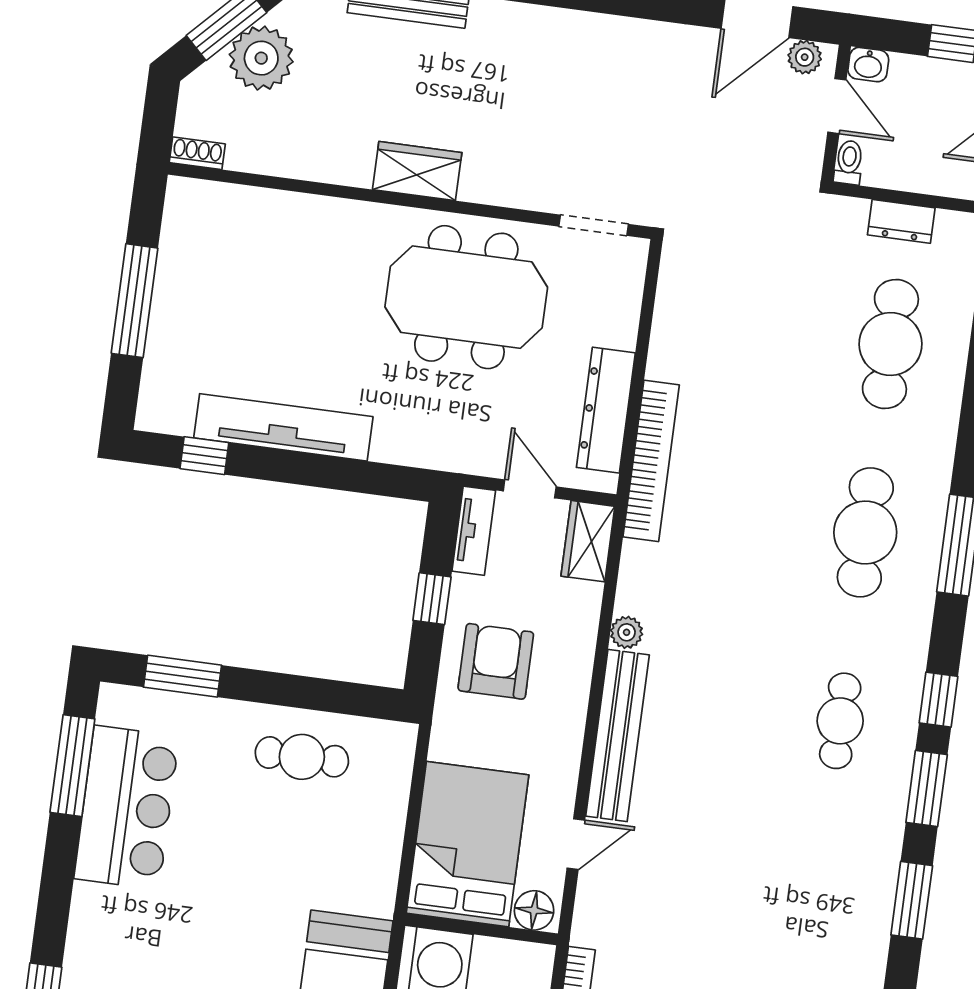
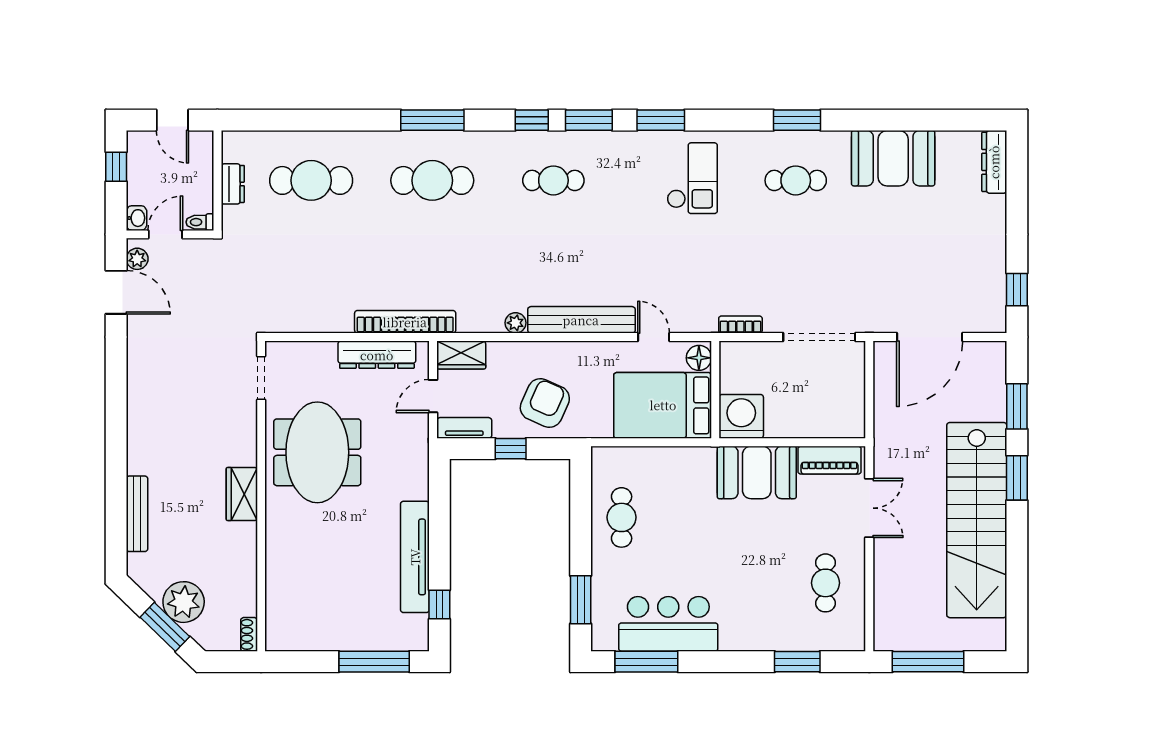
window: (135, 301) -> (374, 662), moved
armchair: (496, 661) -> (545, 403), turned 114
checkout: (815, 937) -> (692, 178), added

